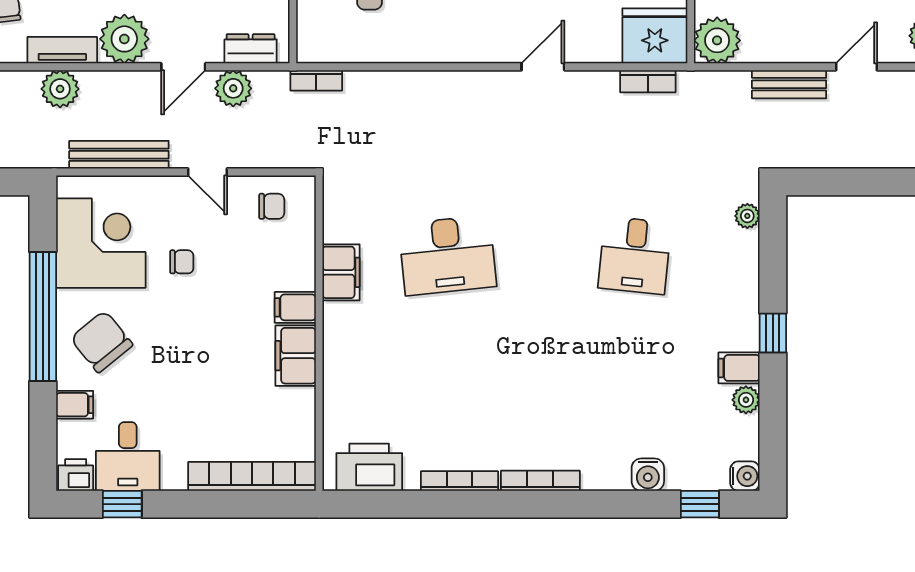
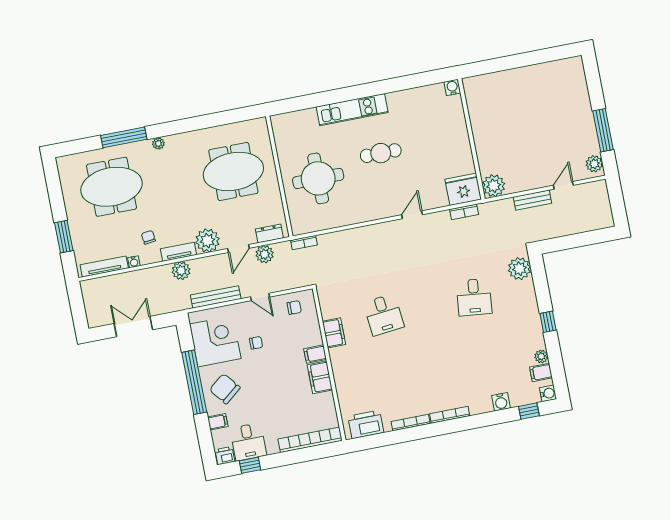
plant: (747, 216) -> (519, 269), width x1.88, depth x1.88
desk: (447, 255) -> (384, 315), width x0.73
filing cabinet: (739, 368) -> (541, 372), moved

